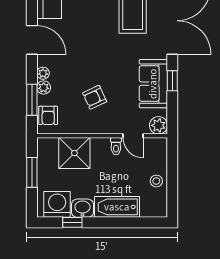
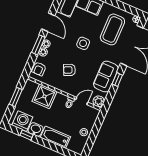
side table: (98, 49) -> (83, 43), added
window: (32, 100) -> (38, 45), moved
door: (133, 136) -> (82, 101), swing flipped

